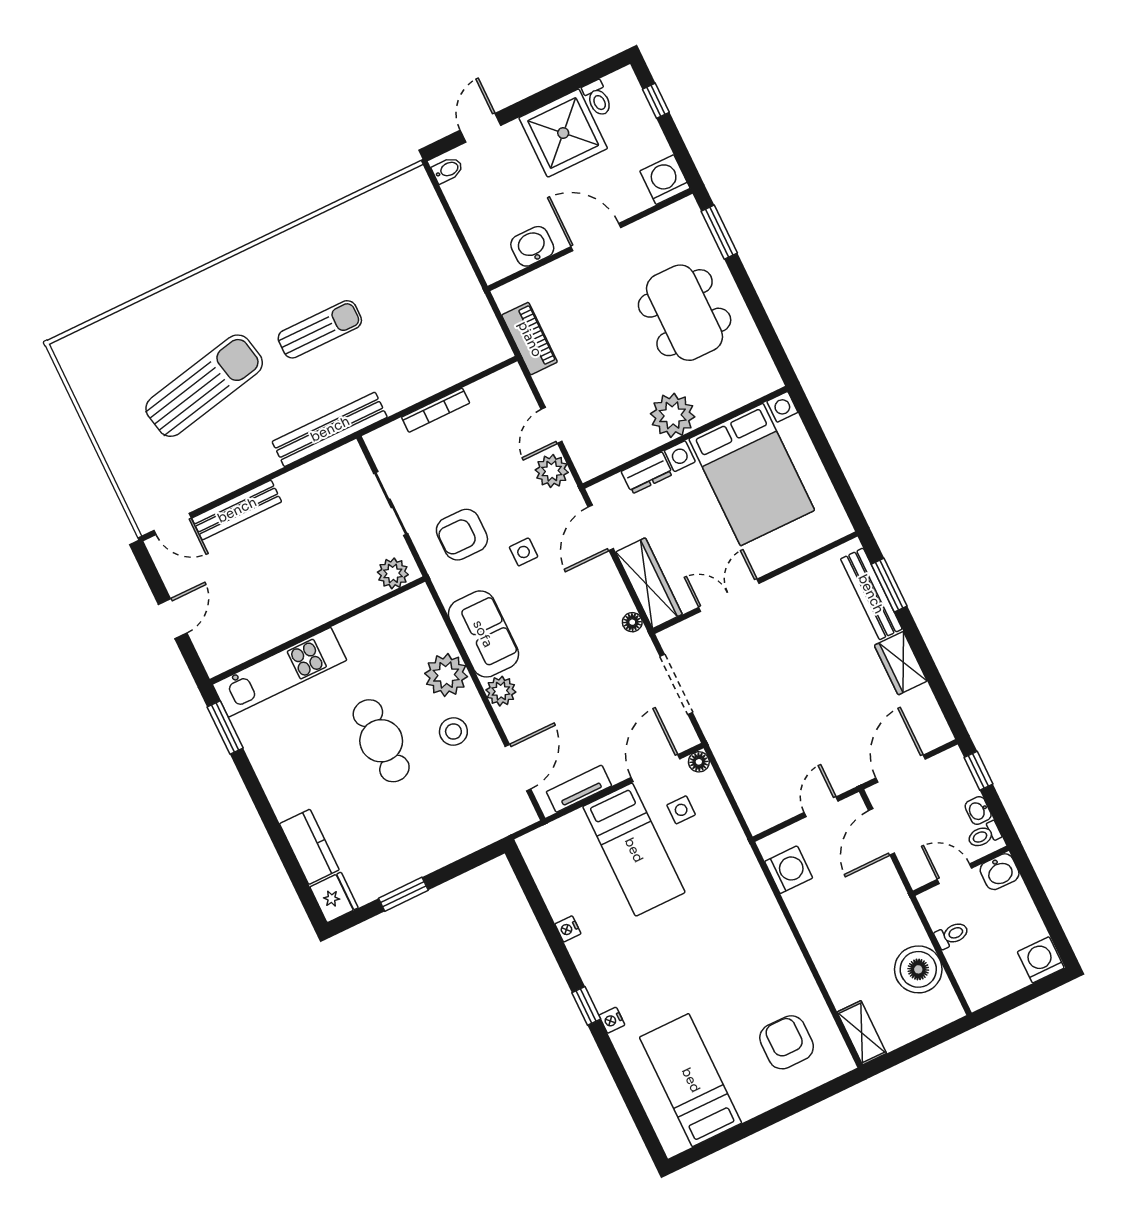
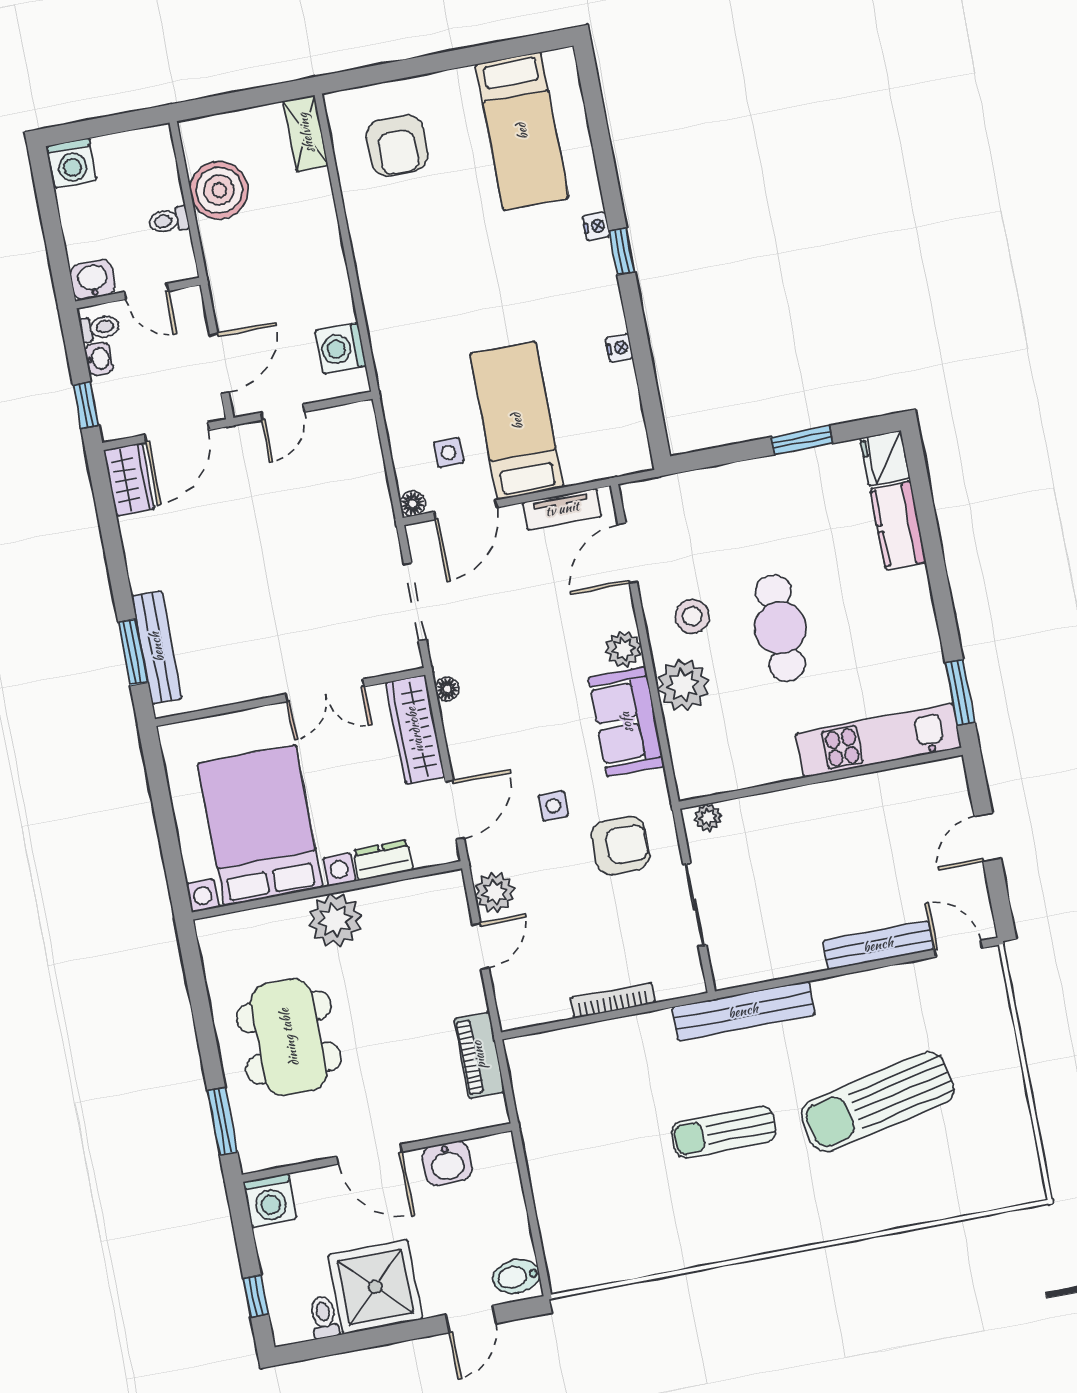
bidet: (448, 170) -> (516, 1277), width x1.38, depth x1.36
plant: (393, 573) -> (708, 817), width x0.73, depth x0.73
wardrobe: (901, 663) -> (129, 480), moved

